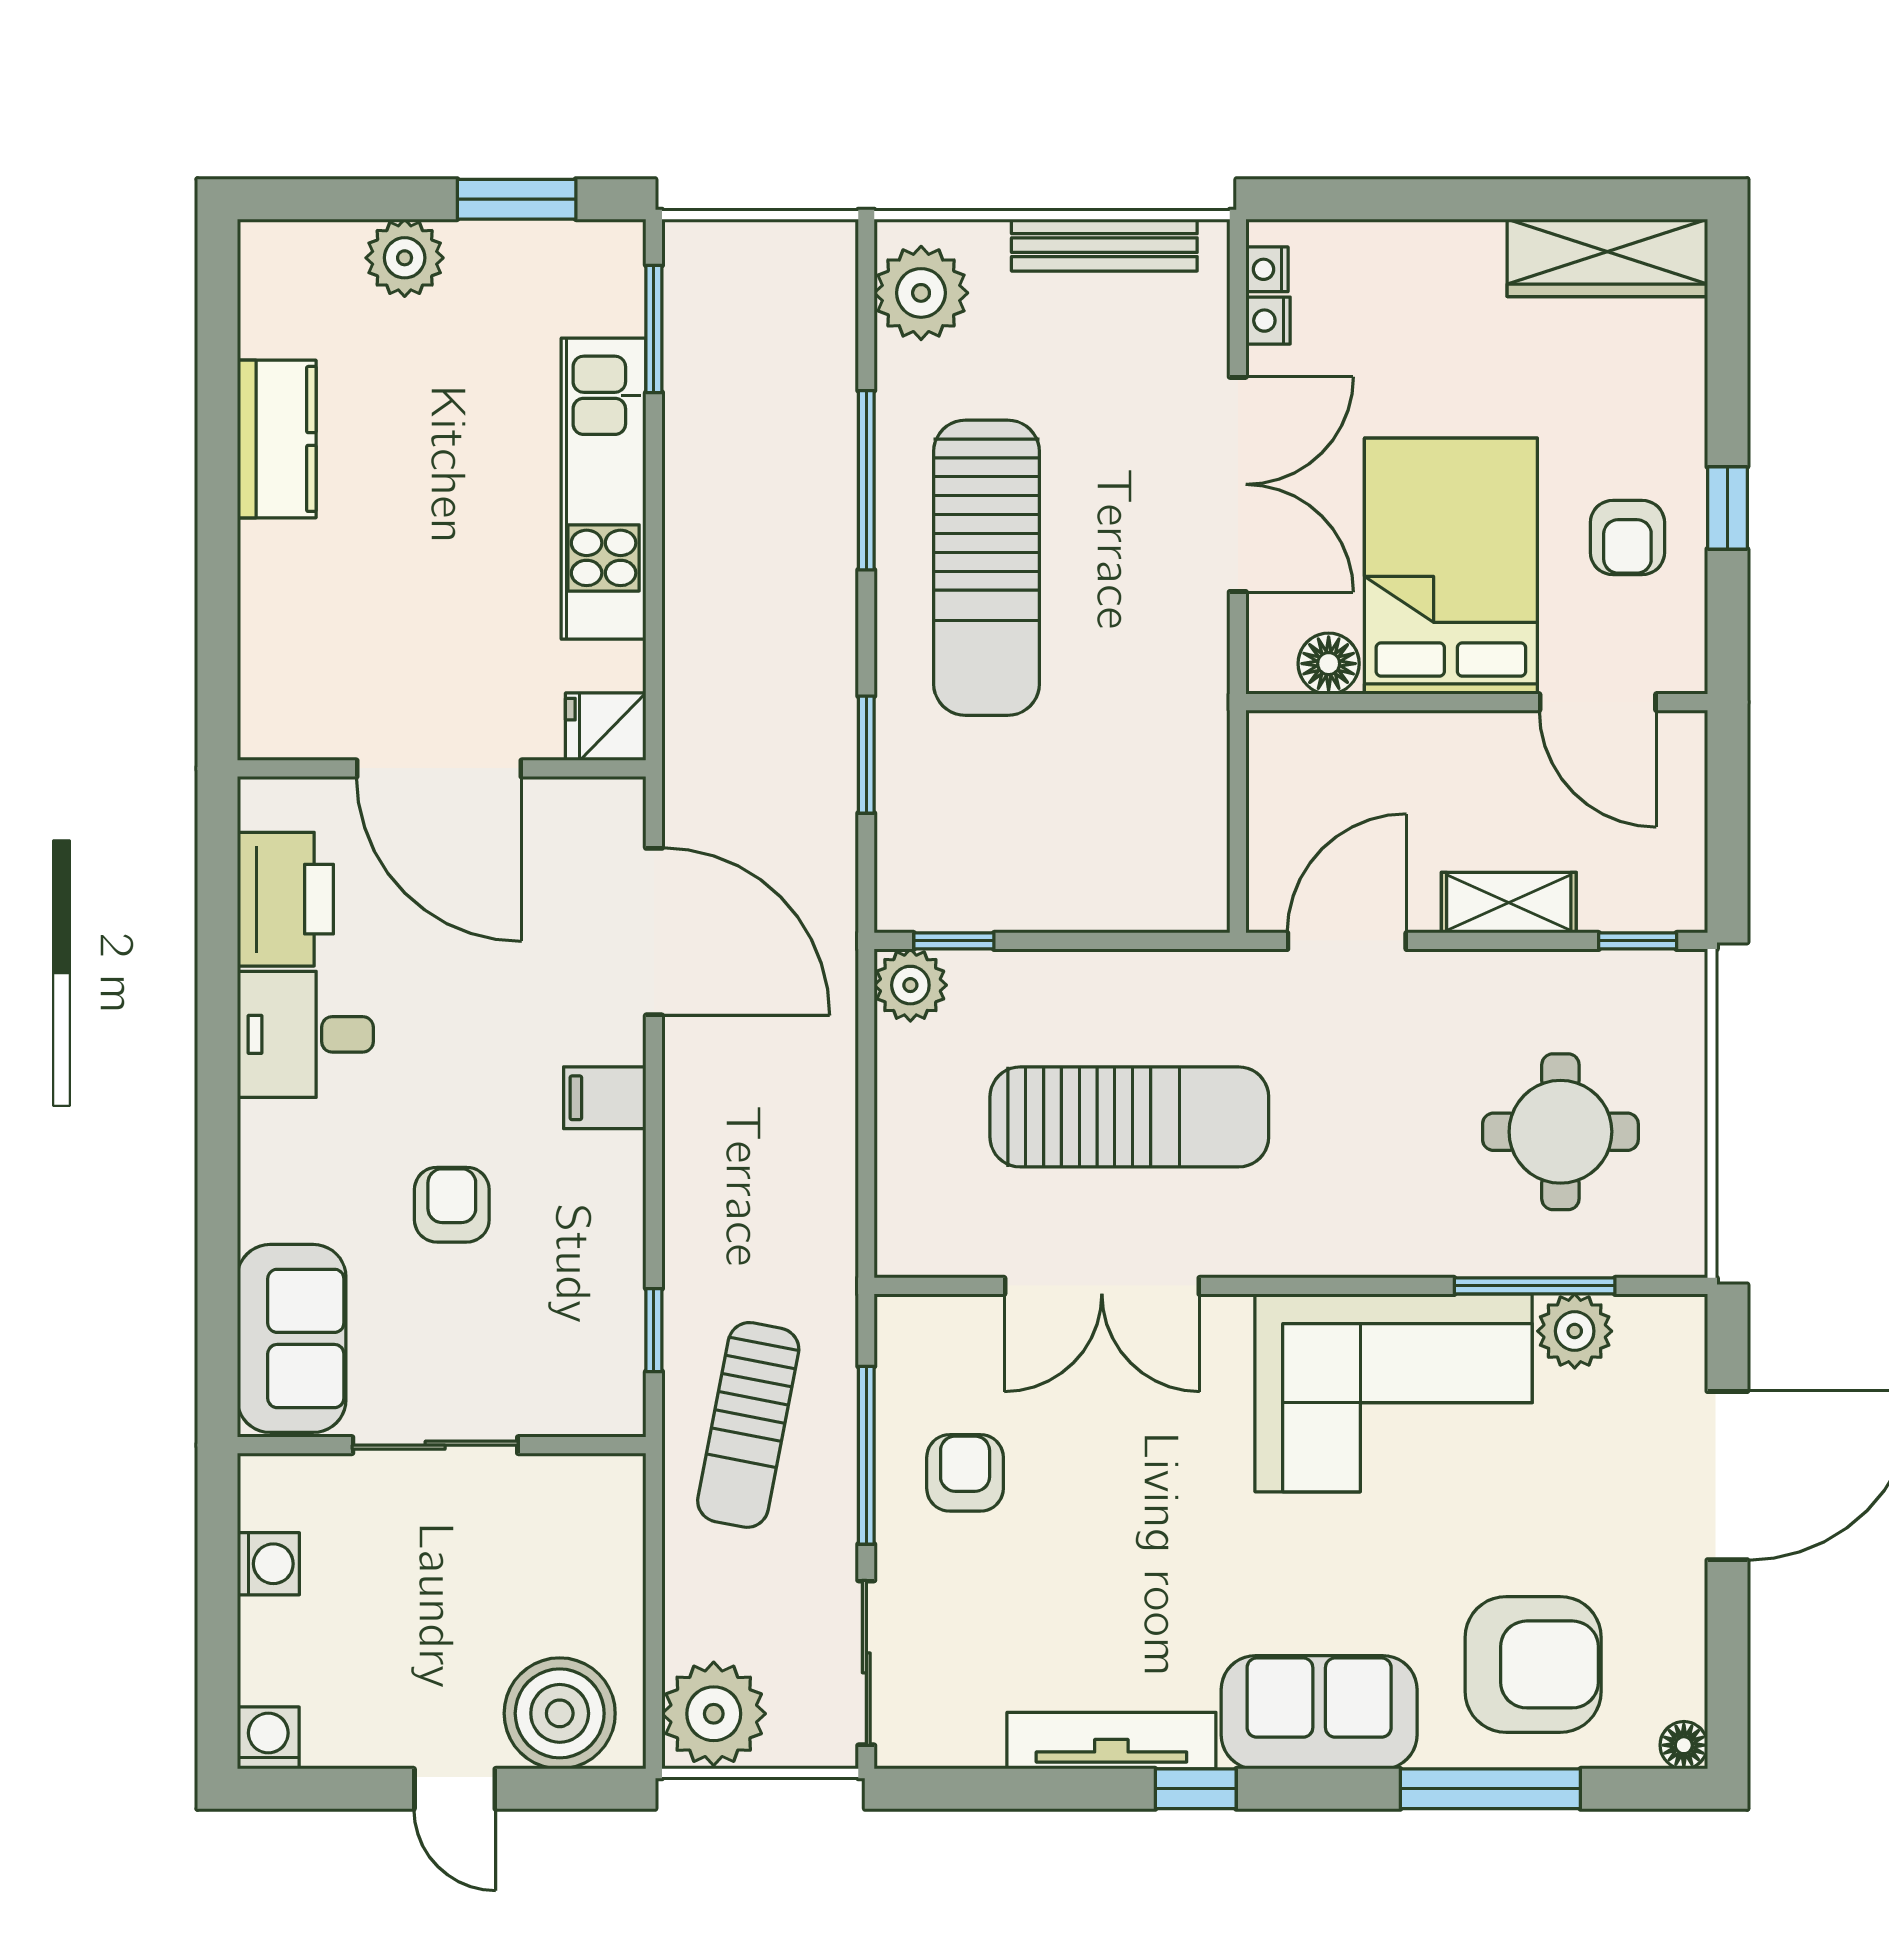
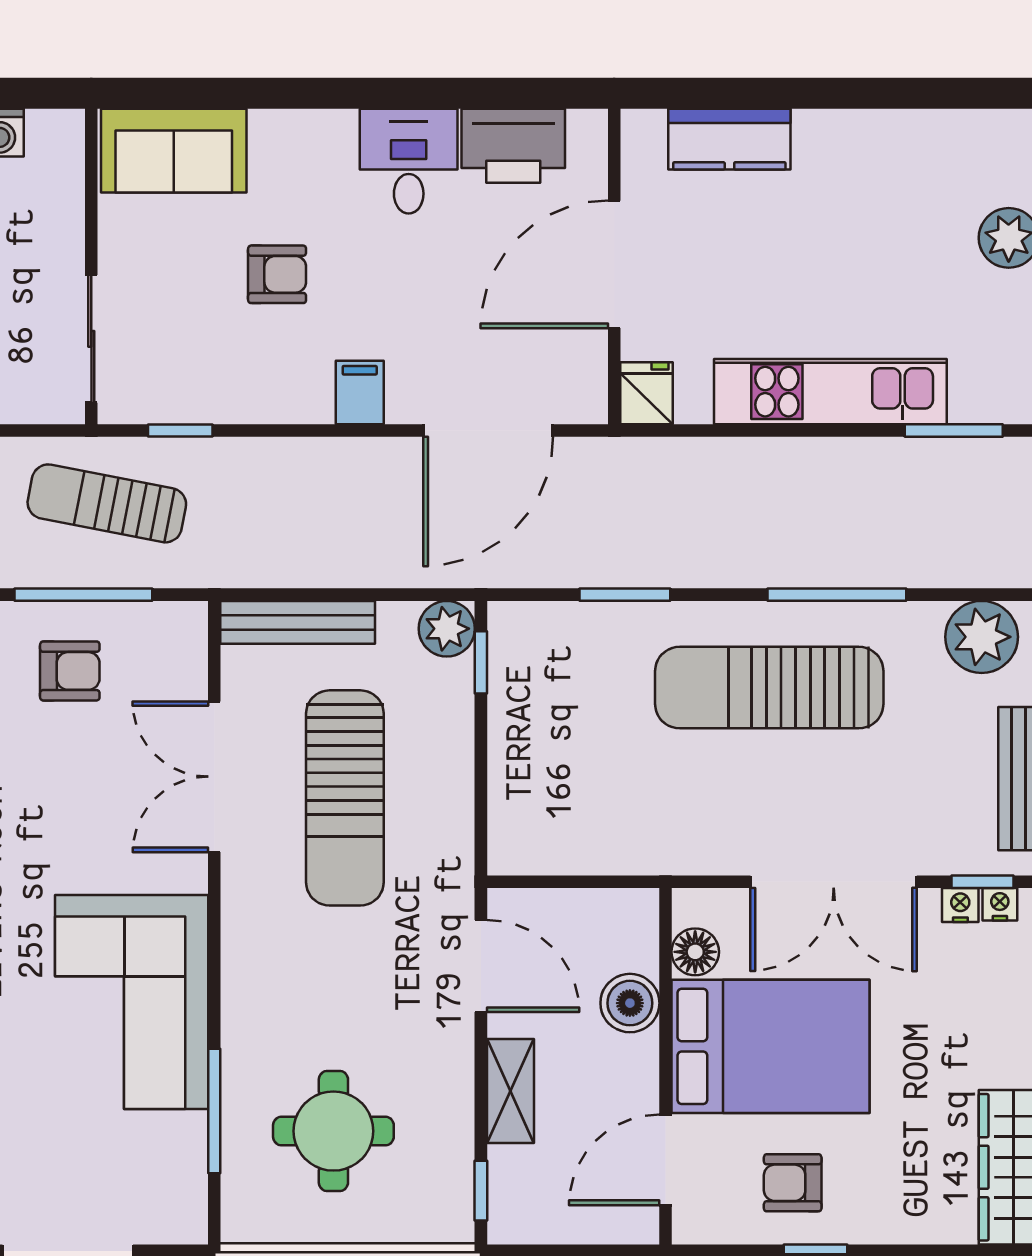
window: (1238, 292) -> (982, 882), added
kitchen counter: (277, 439) -> (729, 139), moved
boiler: (1395, 748) -> (630, 1003), added
bench: (902, 1178) -> (298, 622), added
plant: (1575, 1331) -> (179, 1142), removed
sliding door: (435, 1445) -> (91, 339), moved

